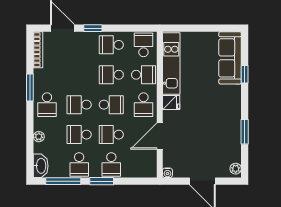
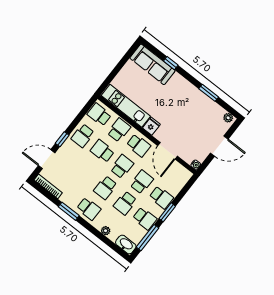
school desk: (111, 75) -> (102, 151), turned 90
school desk: (111, 135) -> (142, 182), turned 180

